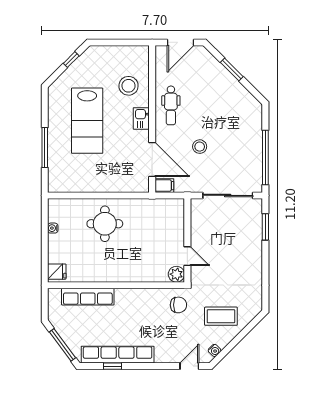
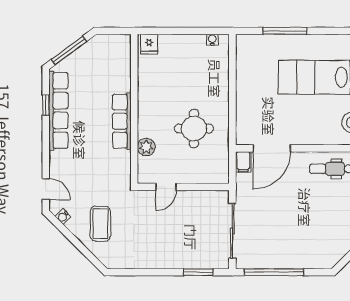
kitchen sink: (141, 118) -> (317, 136), removed
stool: (200, 147) -> (286, 200), removed
round table: (105, 224) -> (194, 129), moved
water cooler: (53, 228) -> (212, 40), moved
plant: (176, 274) -> (146, 147), moved
row of seats: (88, 297) -> (122, 121), moved
chair: (178, 305) -> (113, 177), removed

